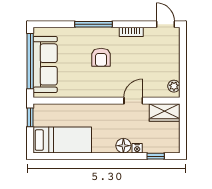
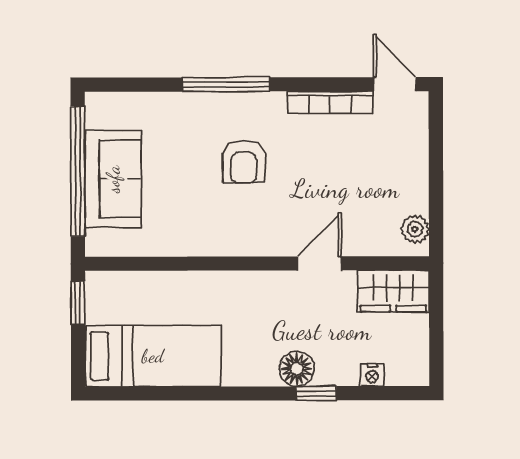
bookcase: (131, 32) -> (330, 102), width x1.56
sofa: (45, 64) -> (113, 179), width x0.73
nightstand: (137, 148) -> (372, 375), moved
window: (156, 156) -> (316, 393), moved

